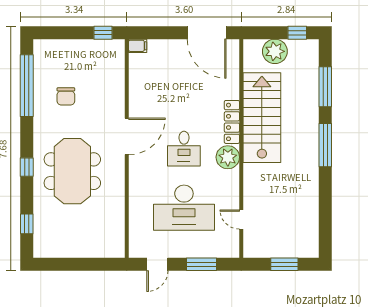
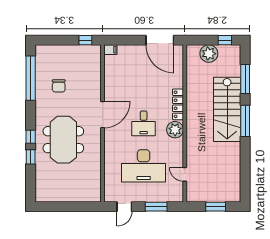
stairs: (262, 118) -> (227, 109), moved, turned 180
window: (27, 224) -> (31, 157), moved

